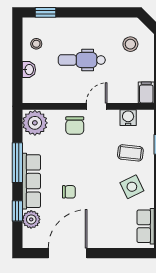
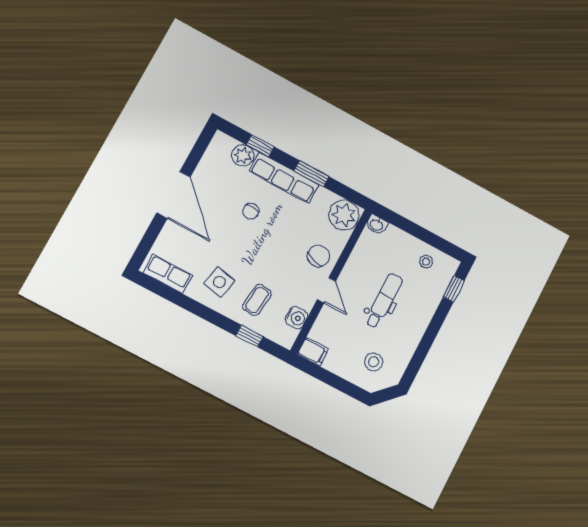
washbasin: (29, 70) -> (377, 225), moved
chair: (75, 125) -> (318, 256), turned 105
window: (17, 163) -> (312, 174), width x0.69
side table: (132, 187) -> (219, 282), turned 37
door: (68, 253) -> (173, 195), moved

